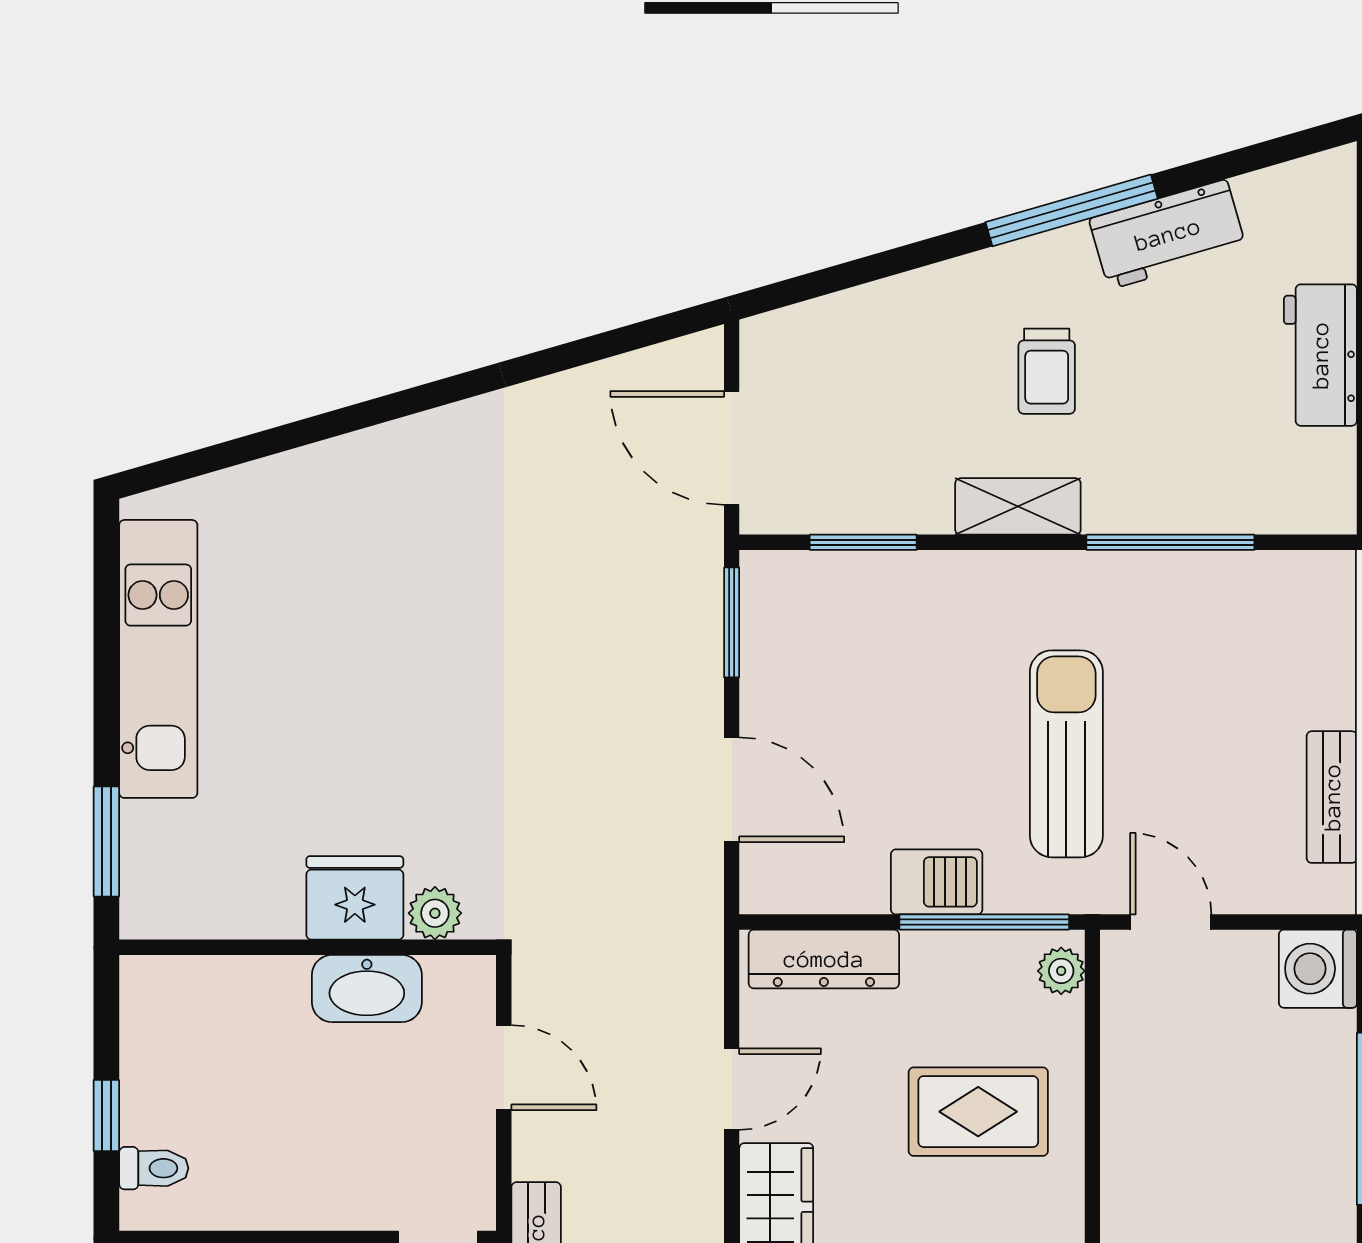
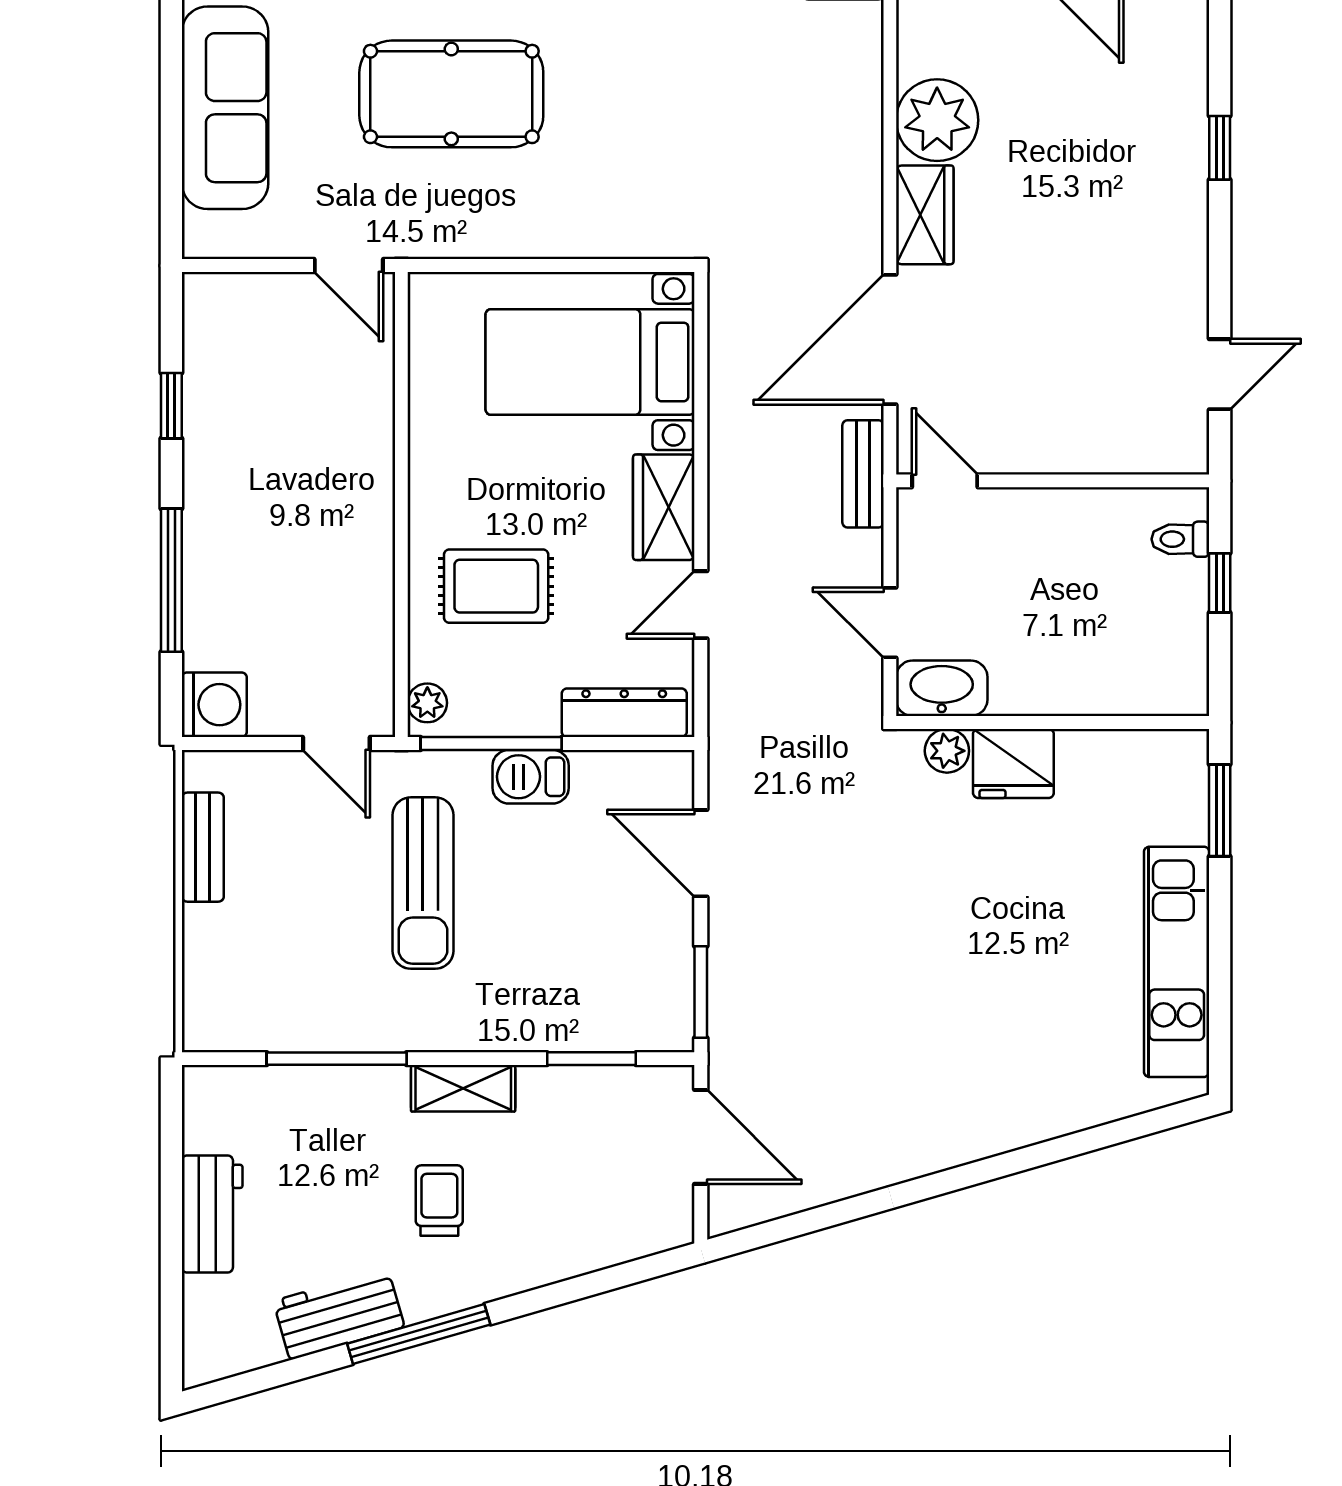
washbasin: (367, 989) -> (942, 688), moved

